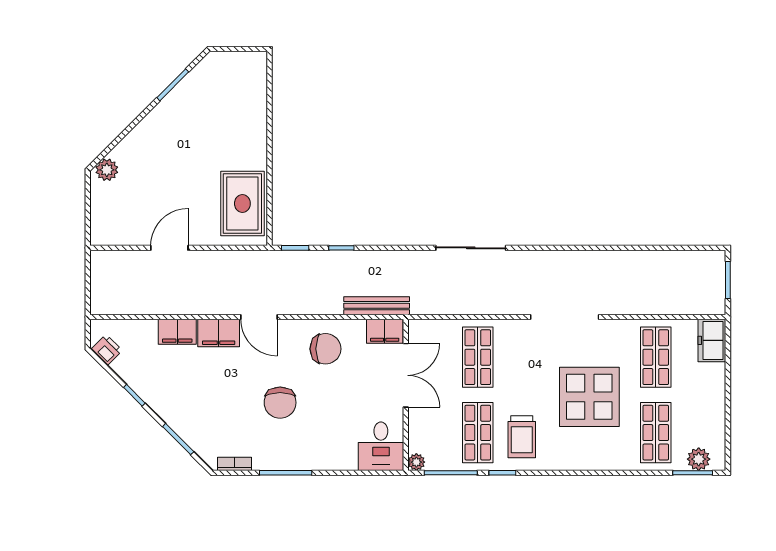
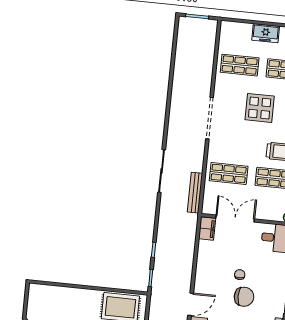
bench: (377, 306) -> (195, 193), moved
freezer: (712, 340) -> (266, 33), moved
chair: (325, 349) -> (240, 275), moved, width x0.54, depth x0.54
display table: (589, 397) -> (260, 108), width x0.73, depth x0.73

